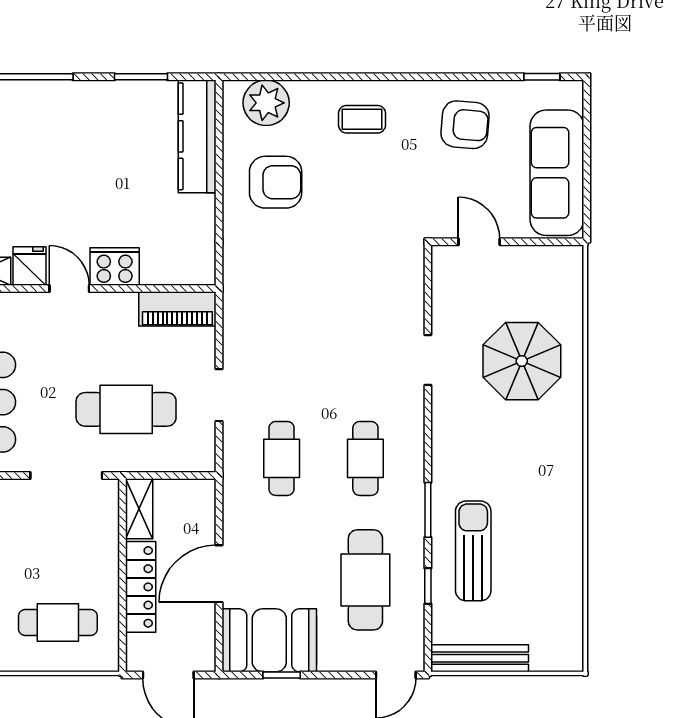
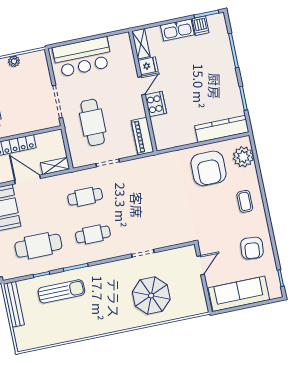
armchair: (276, 182) -> (209, 168), width x1.36, depth x1.36
shelving: (139, 509) -> (55, 166), moved

